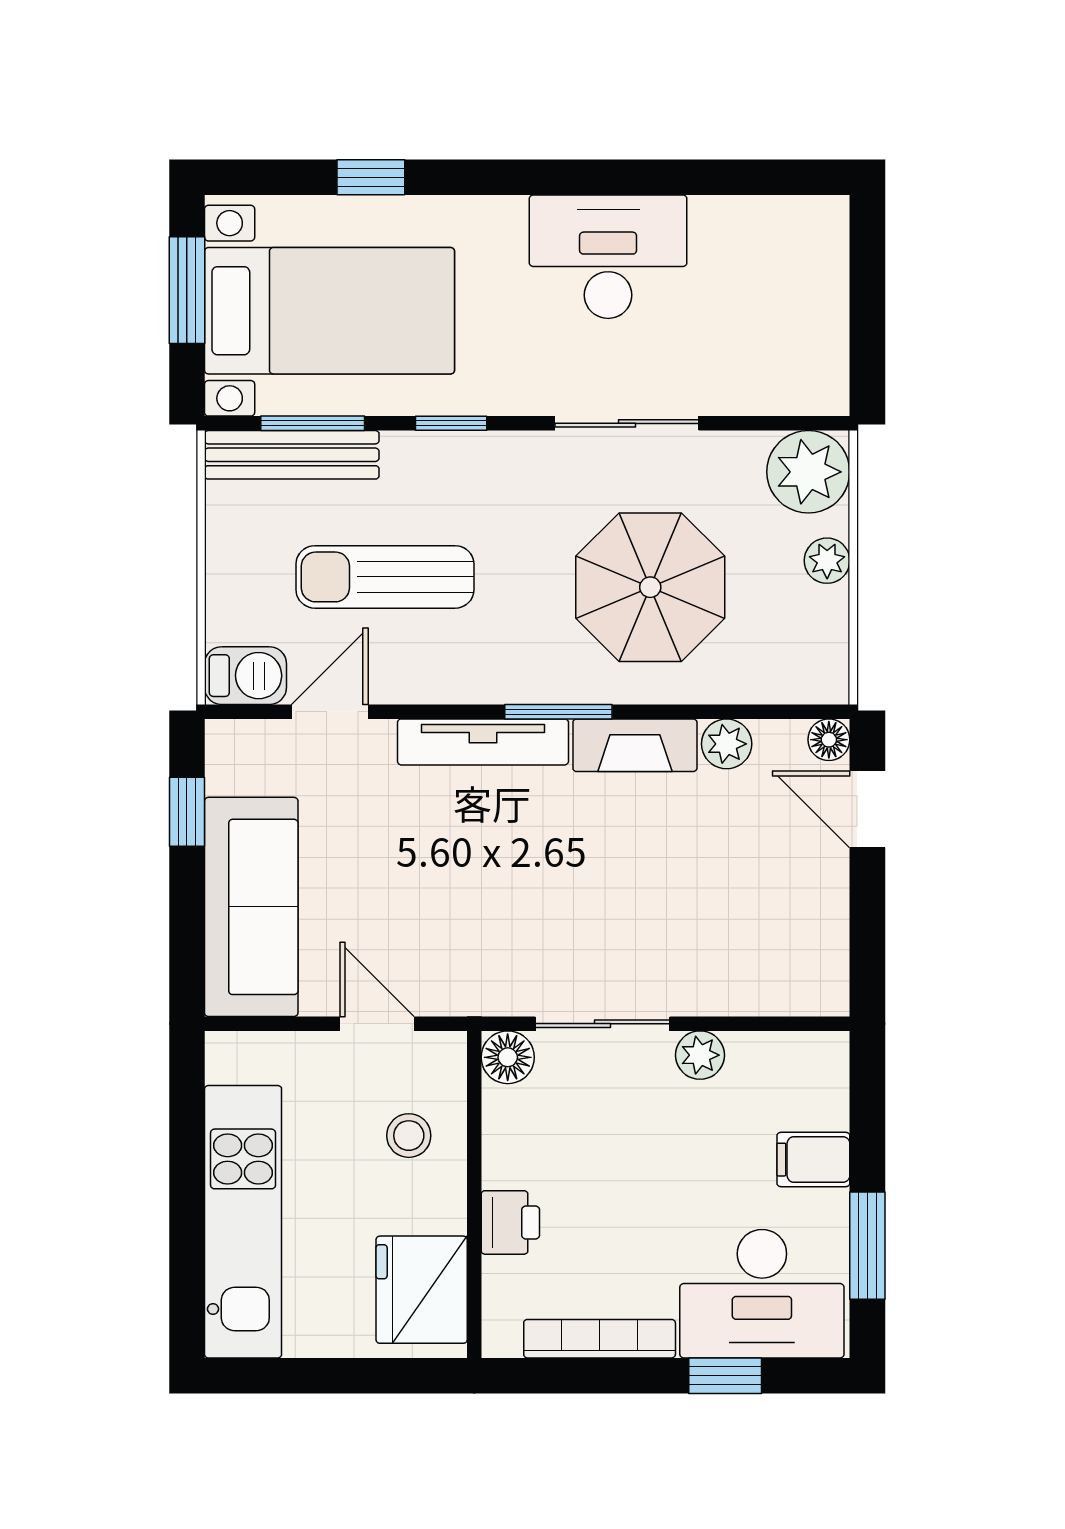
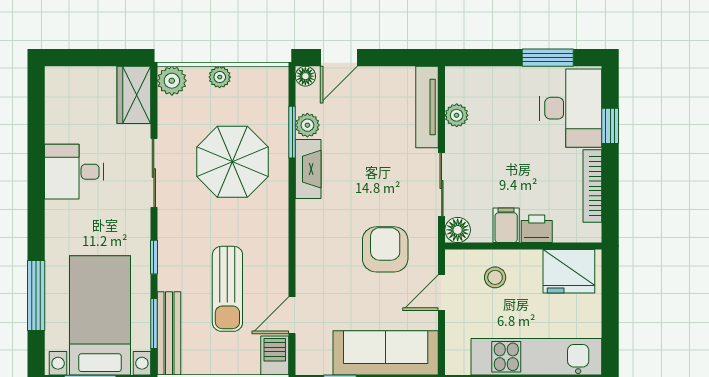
window: (371, 177) -> (36, 296), width x2.17
desk: (608, 257) -> (74, 172), width x0.73
wardrobe: (790, 381) -> (134, 95), added
plant: (808, 472) -> (172, 81), width x0.73, depth x0.73
door: (330, 712) -> (292, 315), hinge flipped
window: (558, 712) -> (292, 132), moved
tv unit: (483, 742) -> (427, 107), moved, turned 180
armchair: (467, 906) -> (385, 249), added
plant: (700, 1055) -> (457, 115), moved
filing cabinet: (813, 1160) -> (506, 225), moved, turned 180

